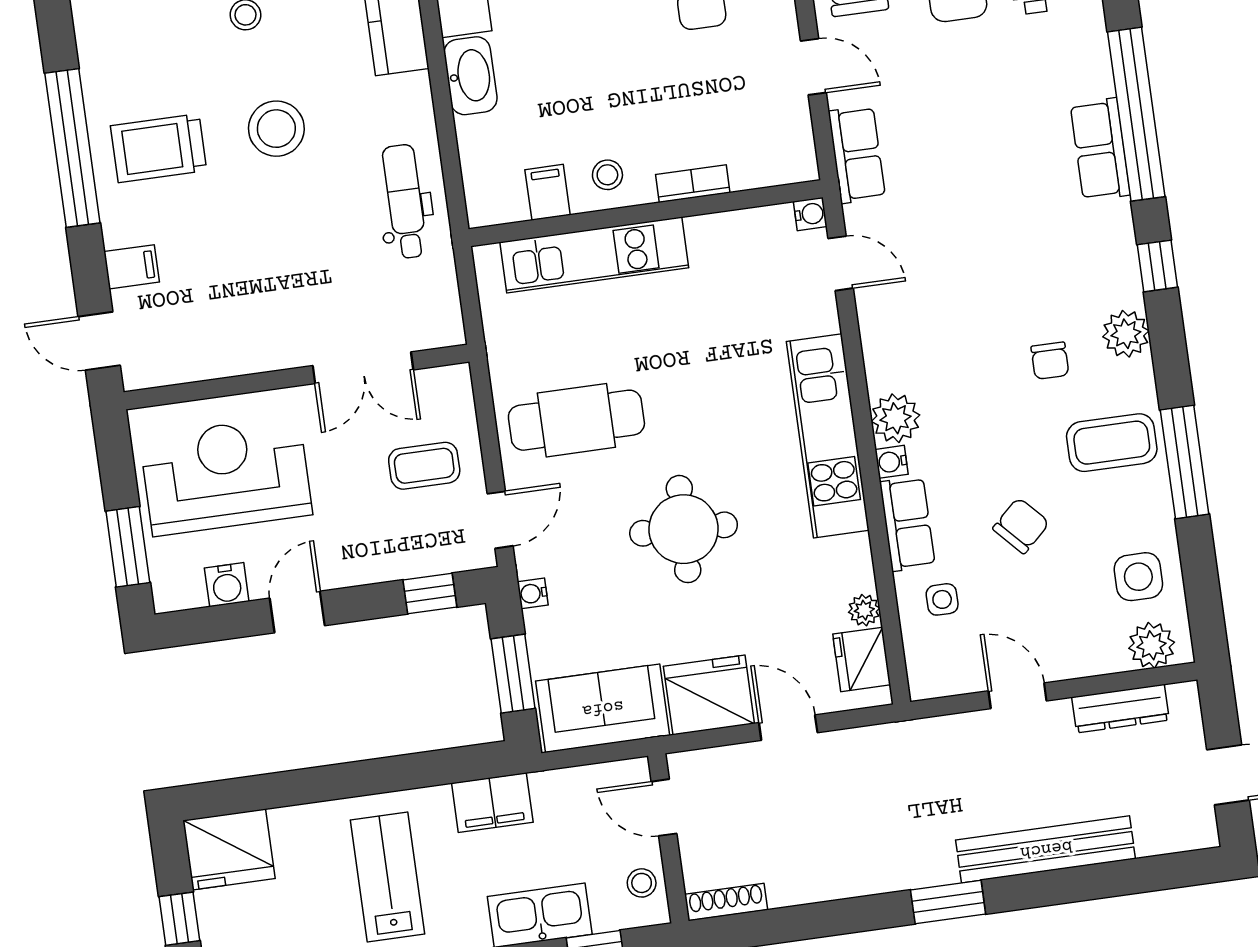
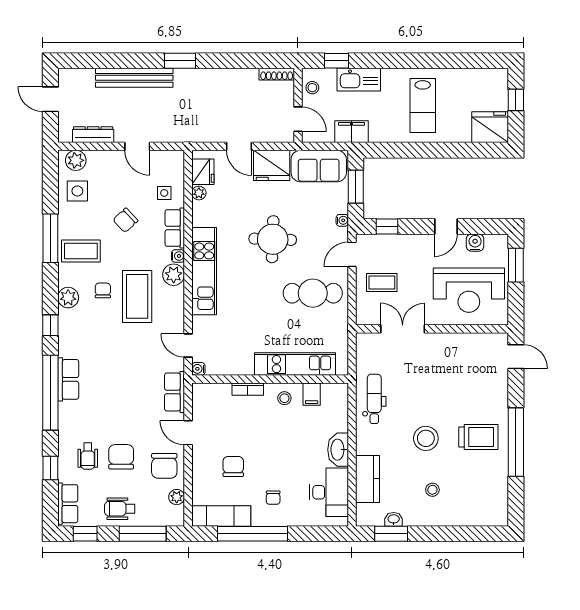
dental chair: (405, 201) -> (374, 399), turned 180
filing cabinet: (132, 267) -> (497, 387), removed
coffee table: (971, 358) -> (137, 296), added
filing cabinet: (492, 803) -> (352, 132), moved

